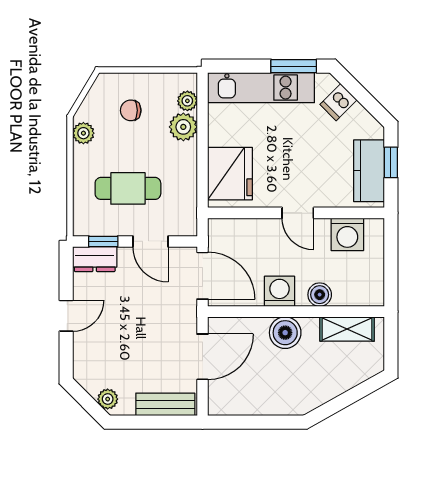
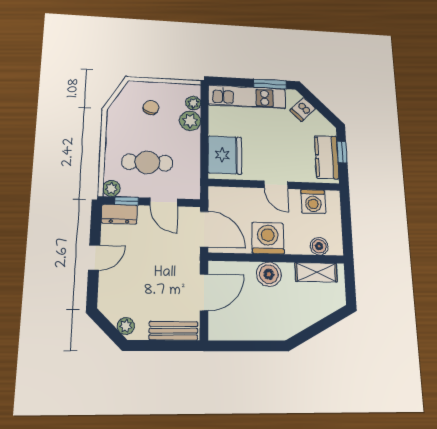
chair: (131, 110) -> (151, 108), turned 109
plant: (83, 133) -> (111, 188), moved
washing machine: (279, 291) -> (268, 238), width x1.37, depth x1.37
boiler: (320, 295) -> (319, 246), moved

